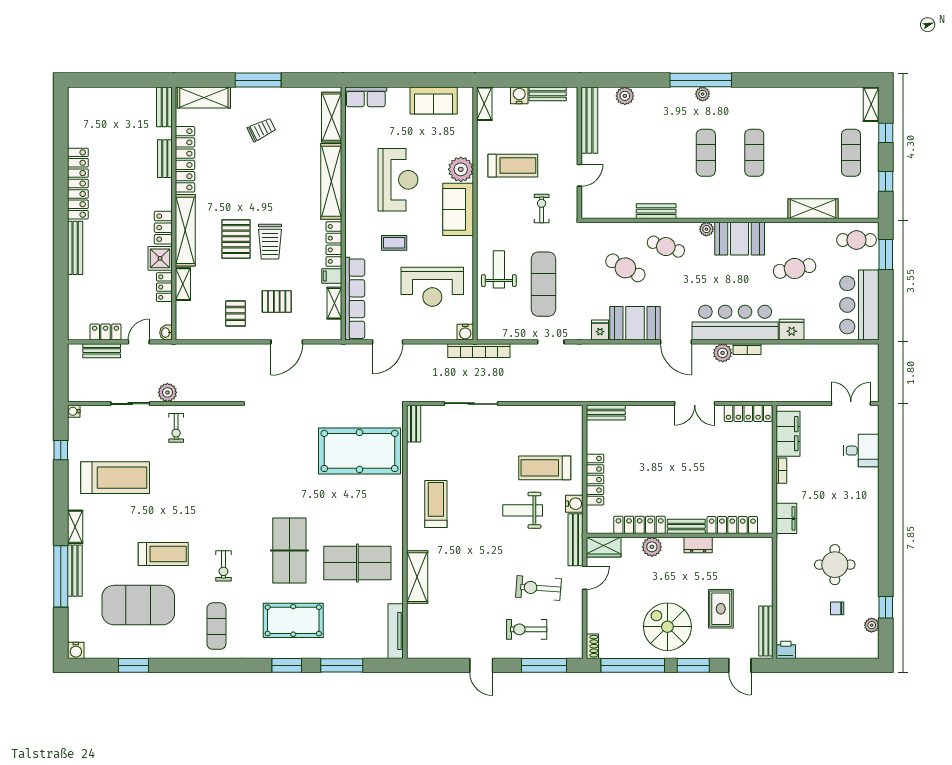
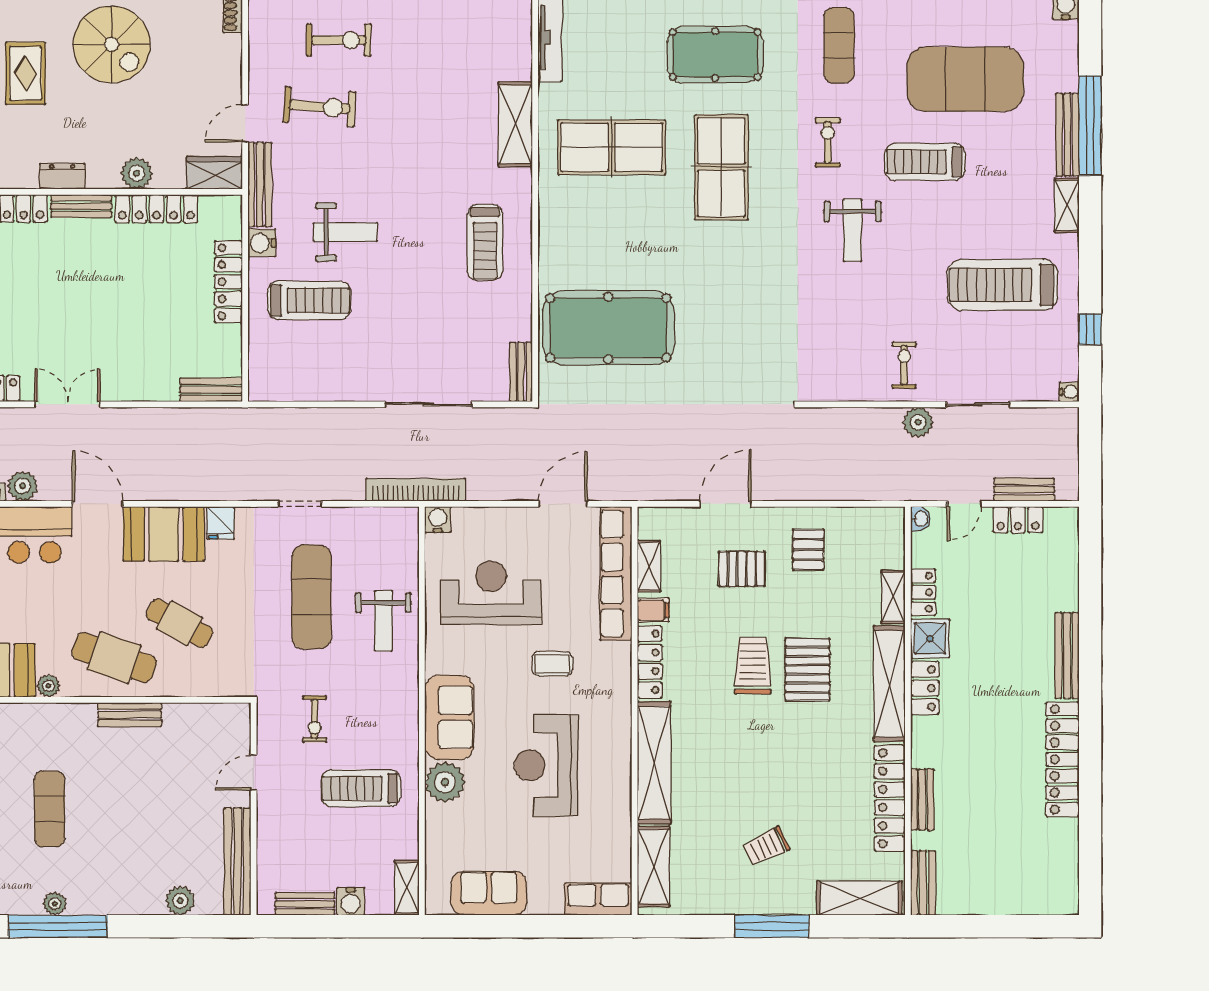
cafe table: (666, 247) -> (114, 658), width x1.37, depth x1.35
weight bench: (208, 512) -> (853, 230), added

